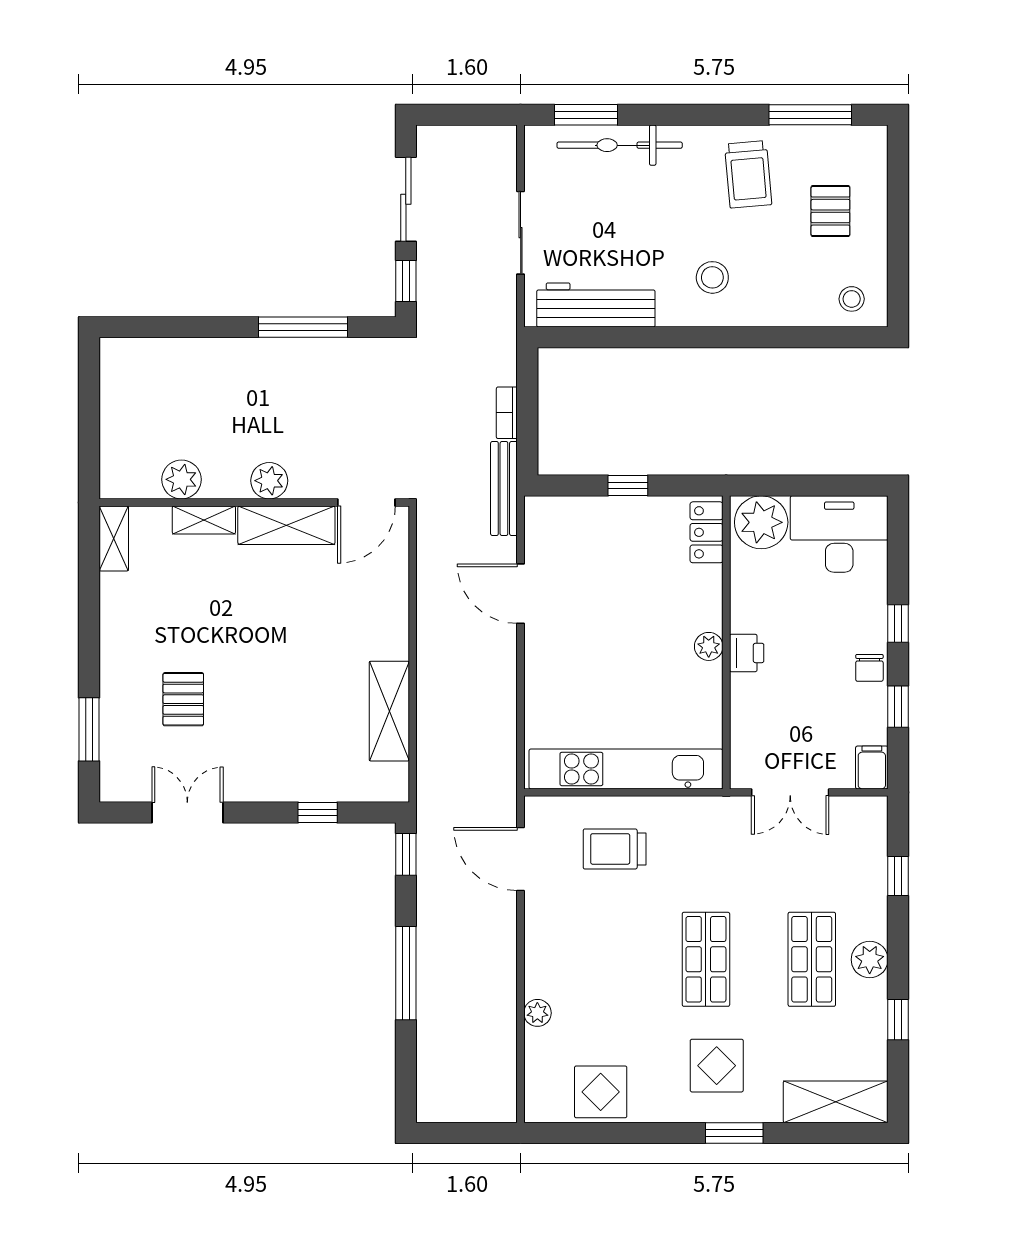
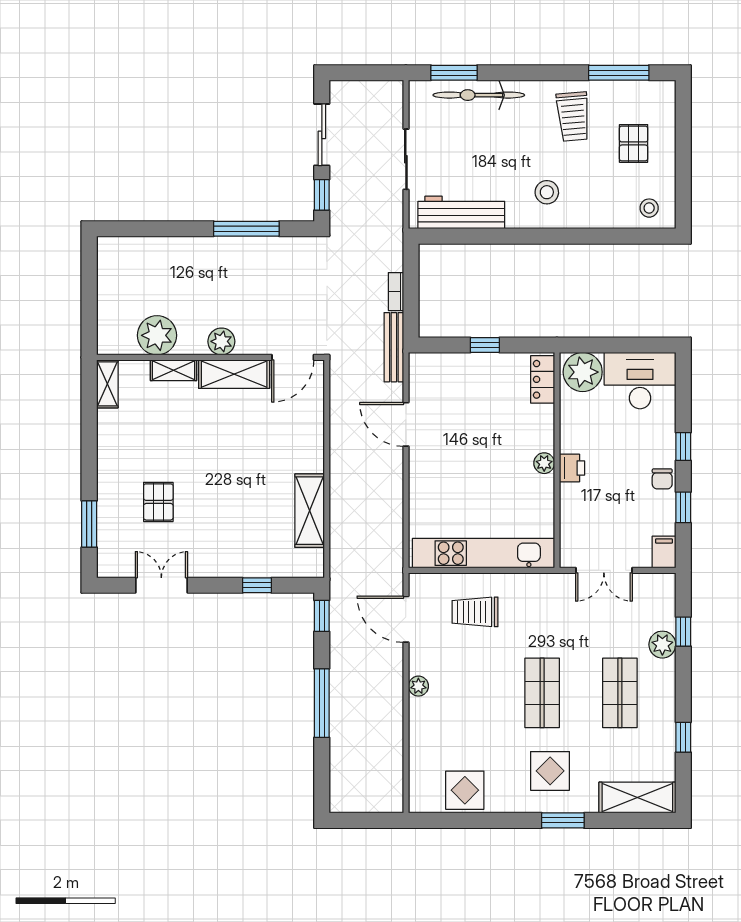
plant: (181, 479) -> (157, 335), width x1.36, depth x1.36
plant: (870, 960) -> (662, 645), moved
plant: (537, 1013) -> (418, 686), moved

